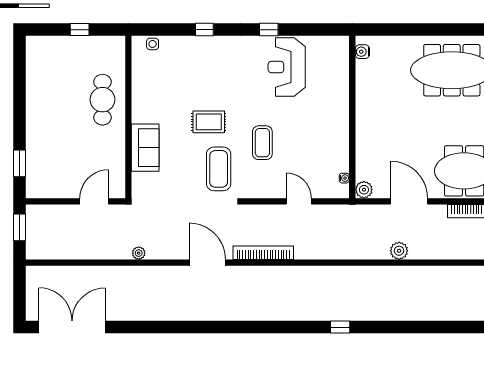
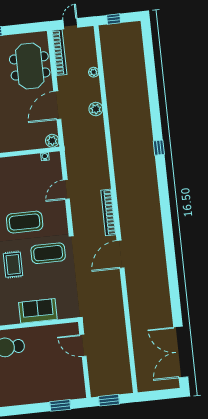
coffee table: (262, 143) -> (25, 222), width x1.36, depth x1.32
plant: (139, 253) -> (94, 72), moved

